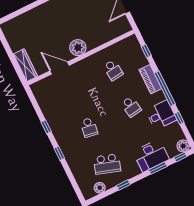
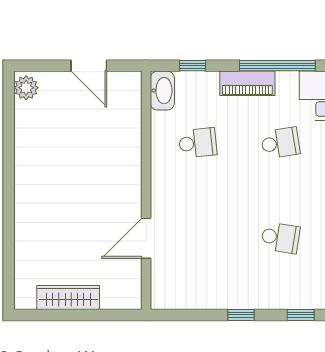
washbasin: (129, 43) -> (162, 91), added
plant: (78, 48) -> (125, 187), removed
wardrobe: (25, 65) -> (68, 298), moved

